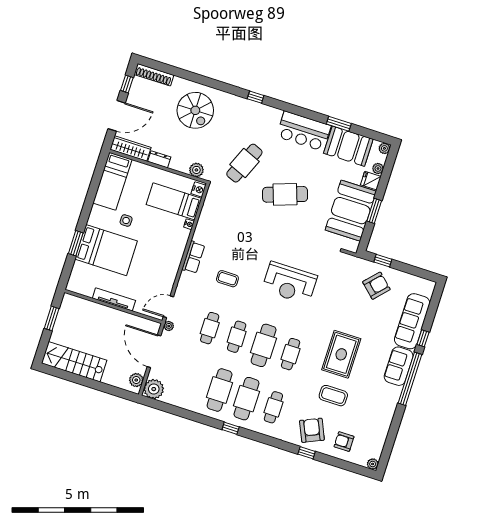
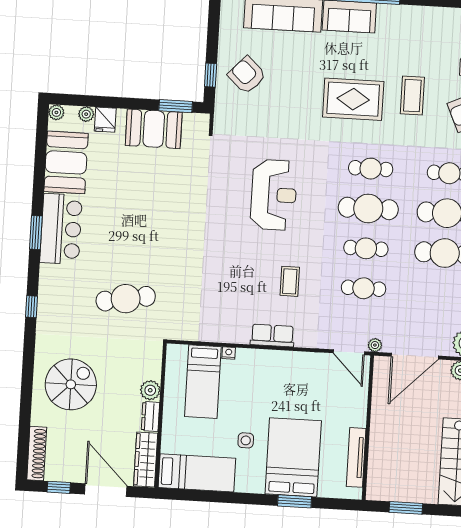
window: (339, 124) -> (36, 233), moved
cafe table: (244, 163) -> (126, 299), turned -33
plant: (196, 170) -> (150, 390), moved
nightstand: (198, 189) -> (178, 352), removed
cafe table: (285, 194) -> (154, 232), removed
booth: (351, 211) -> (154, 129), width x0.73, depth x0.70
window: (374, 211) -> (176, 106), moved
tv unit: (114, 299) -> (356, 457), moved

